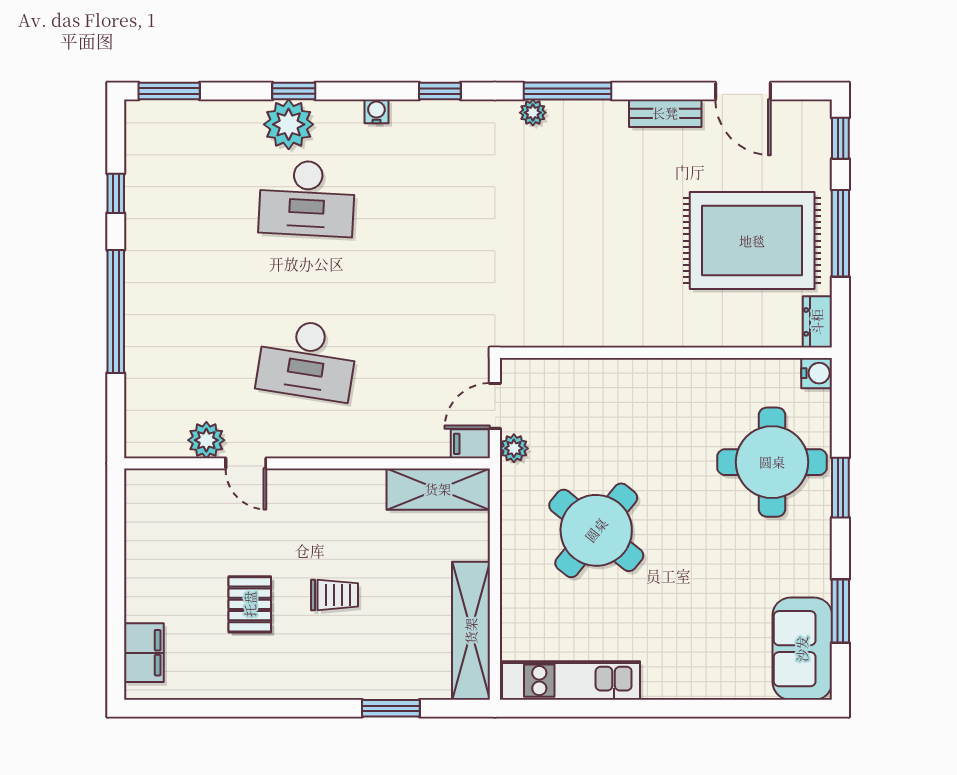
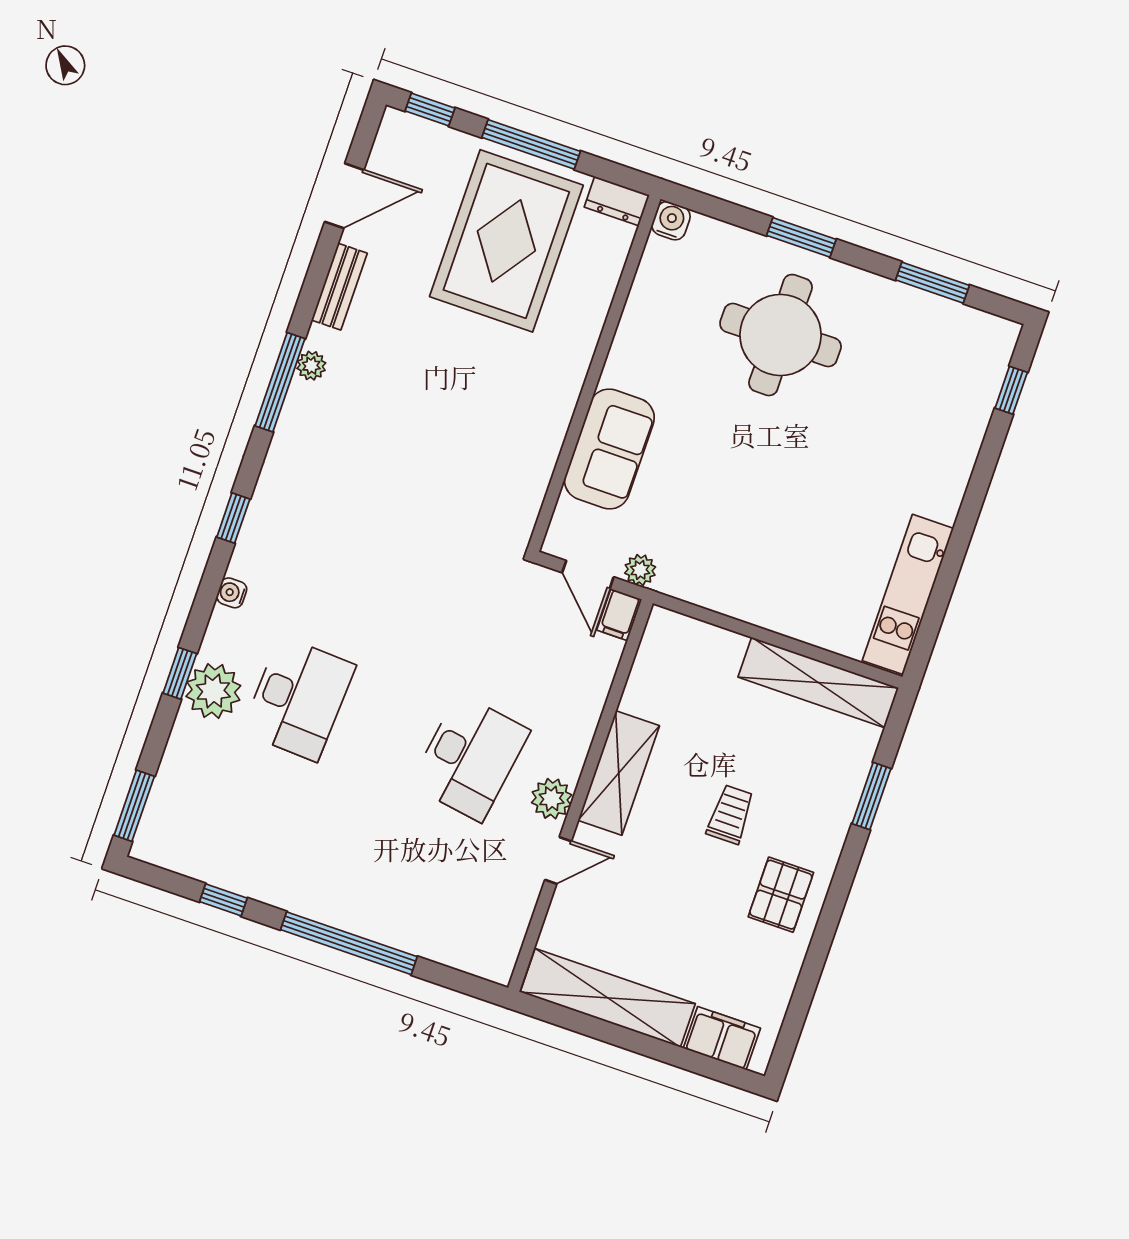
plant: (533, 113) -> (311, 366), moved
plant: (206, 440) -> (552, 799), moved
round table: (772, 462) -> (781, 335), moved
shelving: (438, 489) -> (619, 773), moved
round table: (596, 530) -> (757, 513), removed
shelving: (145, 545) -> (608, 998), added
pallet: (250, 604) -> (781, 895), moved, turned 90
sofa: (802, 649) -> (609, 449), moved, turned -90
window: (773, 708) -> (1011, 390), added

